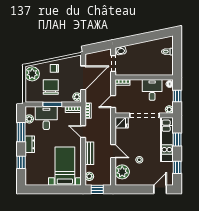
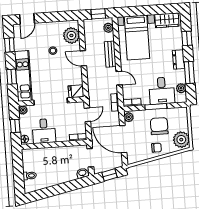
window: (97, 47) -> (110, 175), added
door: (83, 78) -> (123, 139), hinge flipped
chair: (51, 87) -> (159, 126), turned 180
wardrobe: (37, 179) -> (167, 20), added

